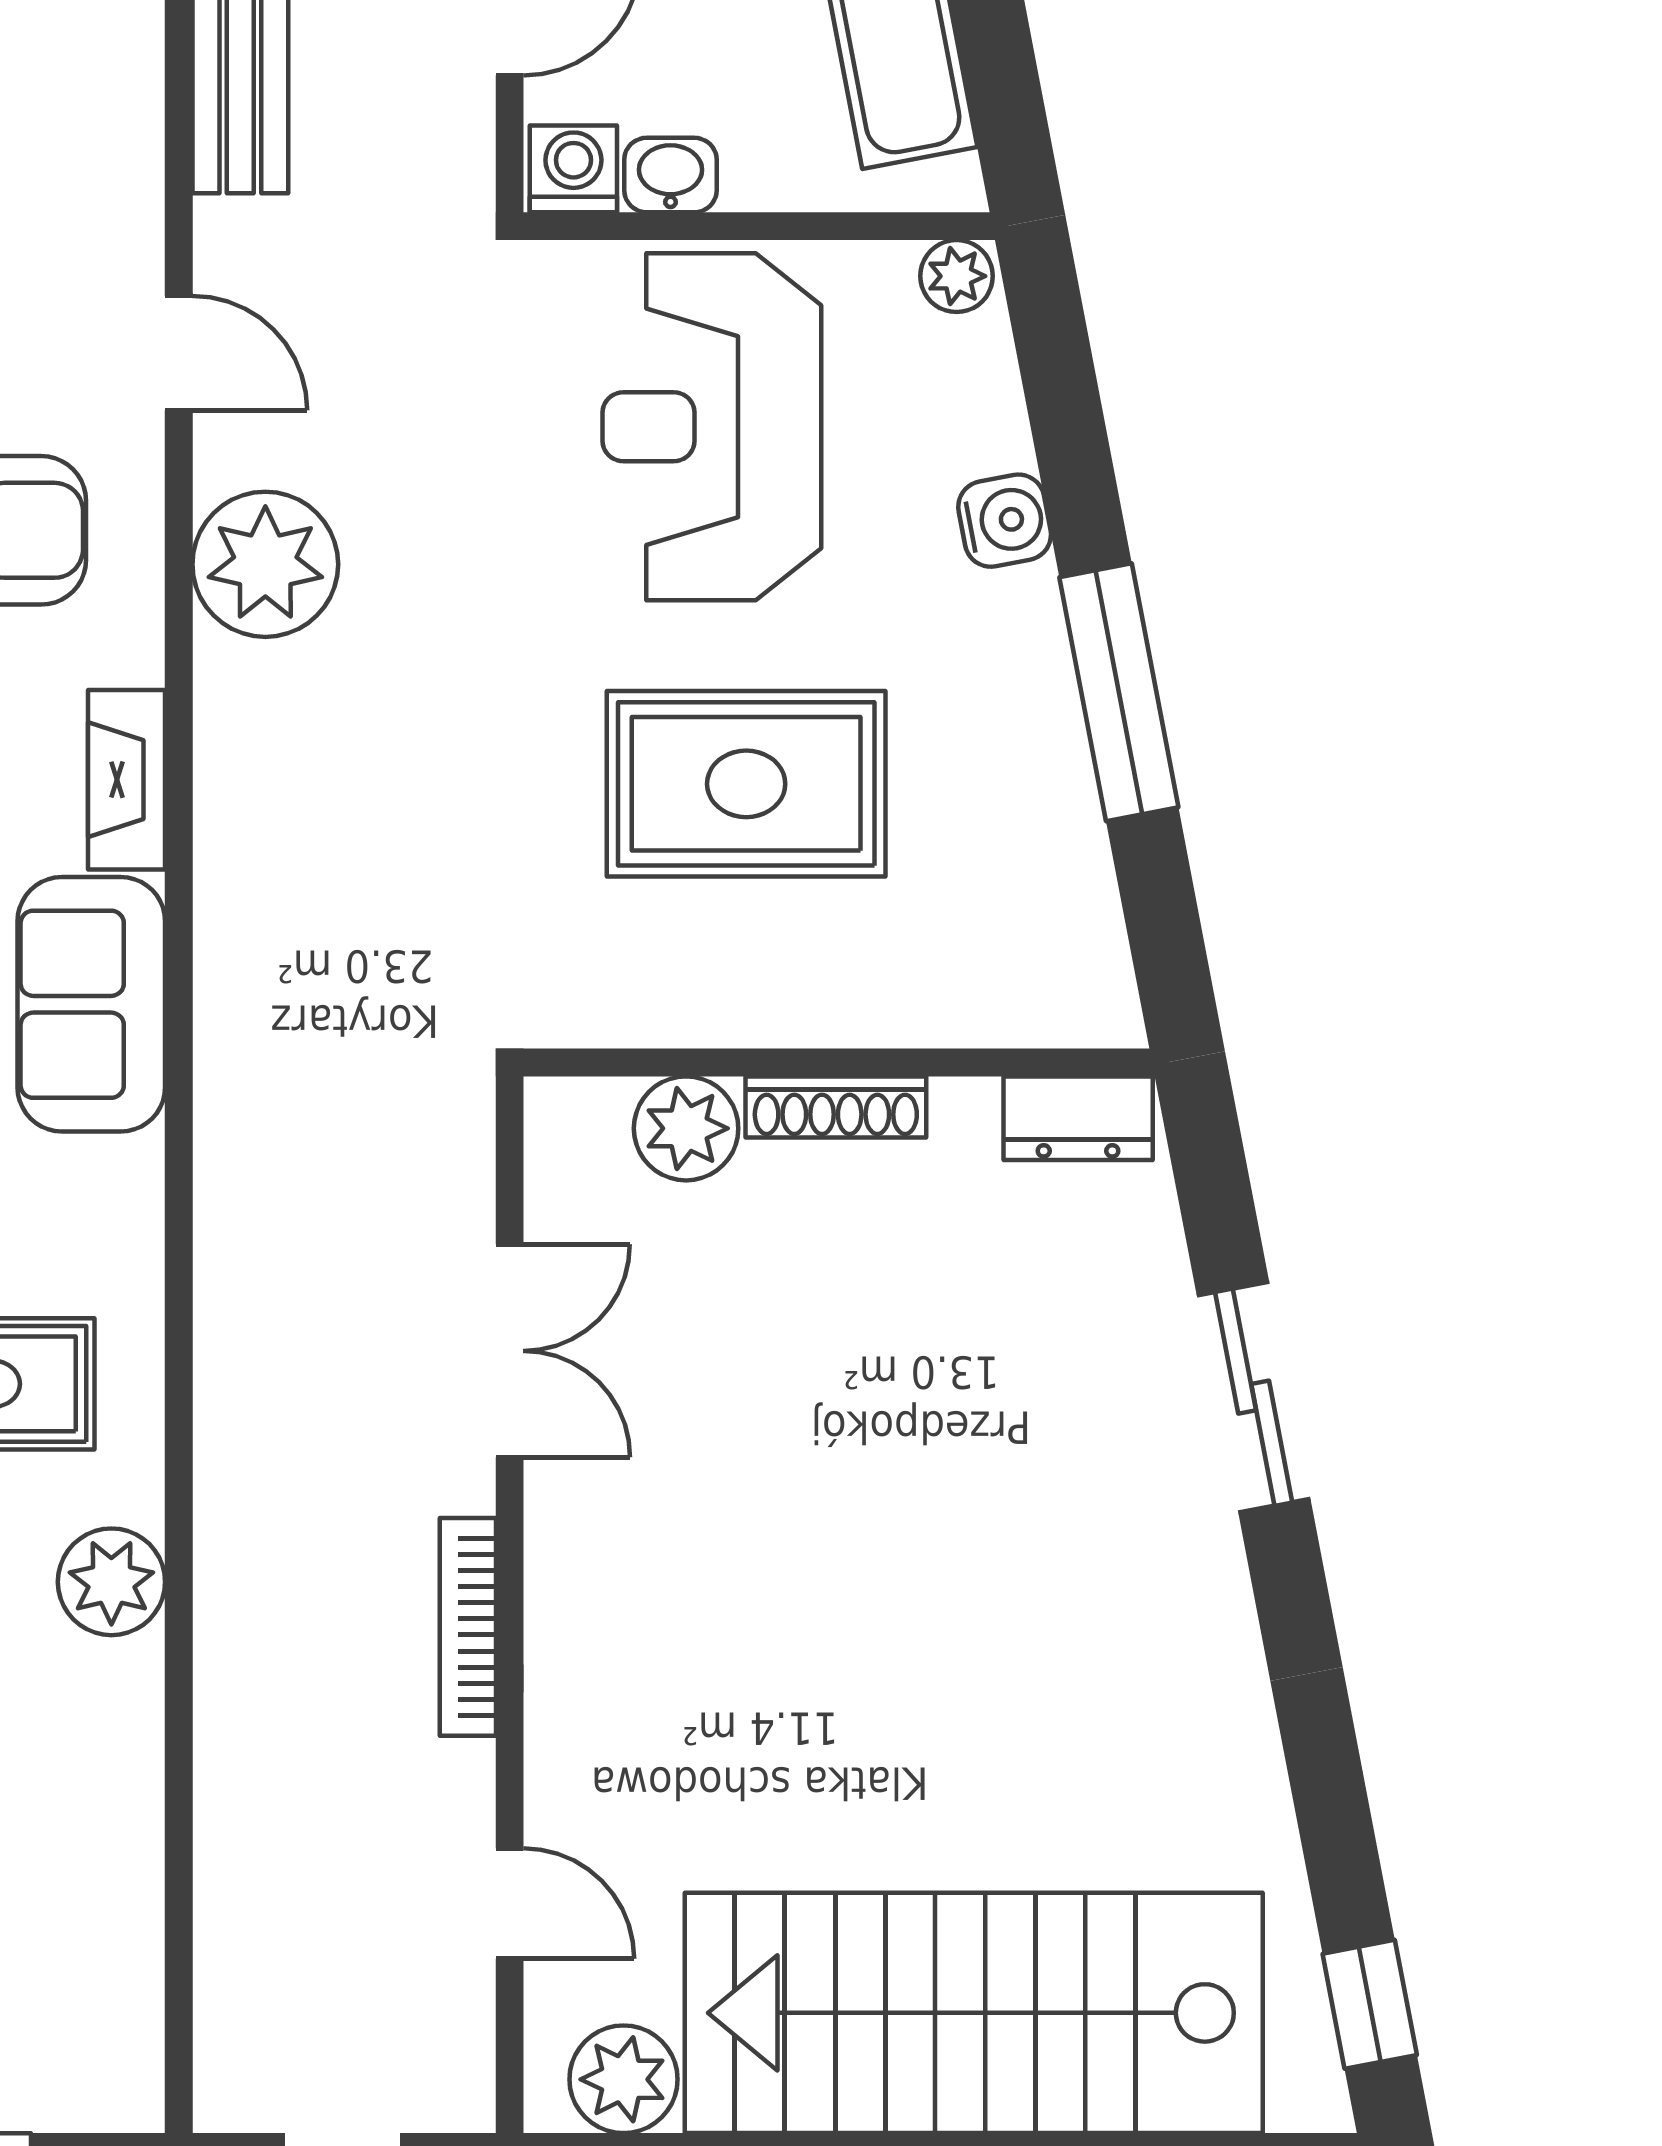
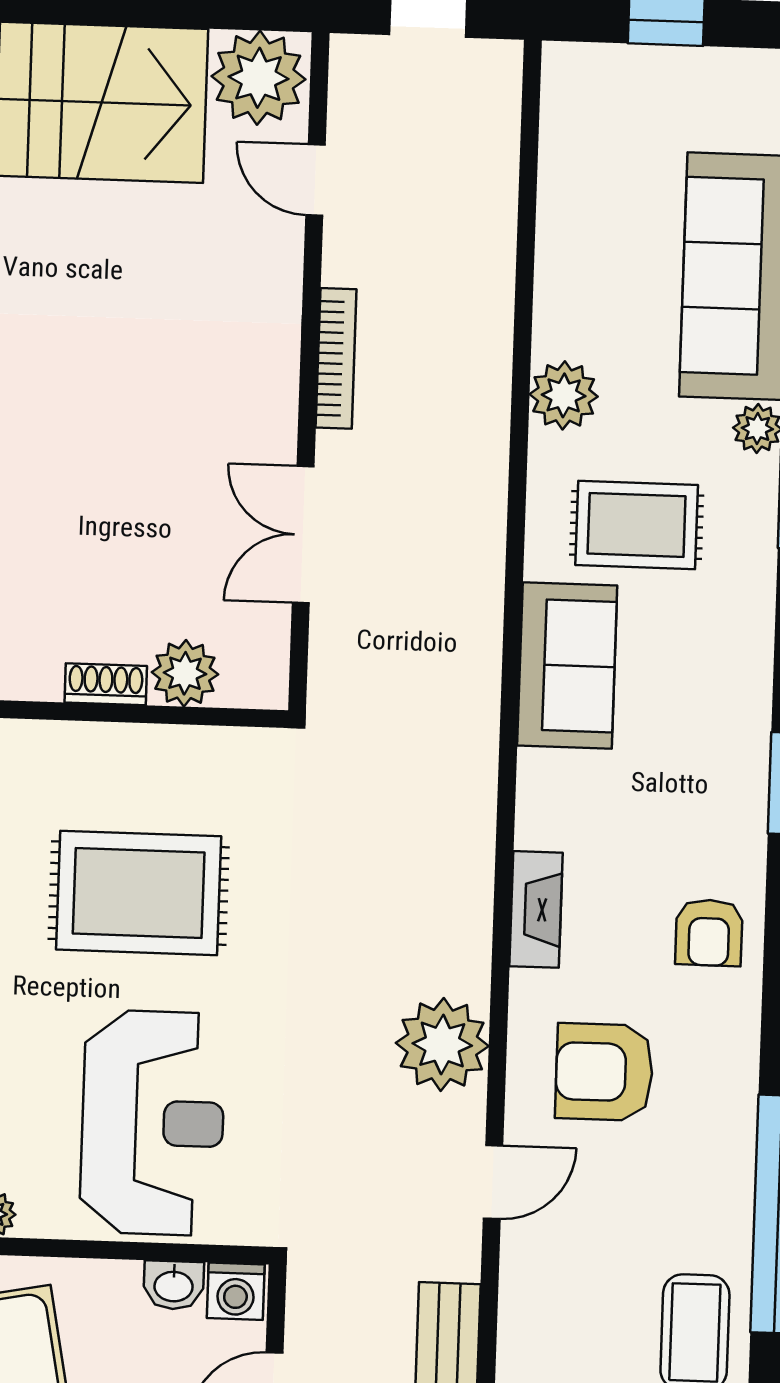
door: (179, 353) -> (493, 1182), swing flipped
sofa: (91, 1004) -> (567, 666), moved
shoe rack: (836, 1107) -> (106, 684), width x0.70
plant: (624, 2079) -> (259, 78), width x1.36, depth x1.36

